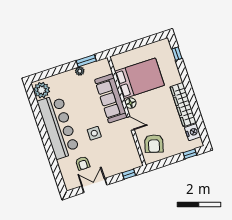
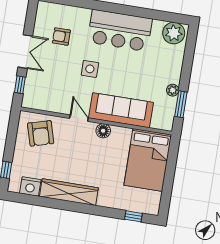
bed: (139, 78) -> (148, 160), moved
door: (131, 123) -> (79, 118), swing flipped
bar counter: (58, 127) -> (120, 30), width x0.73
armchair: (154, 144) -> (41, 133), turned -122
double door: (94, 186) -> (25, 52), moved

